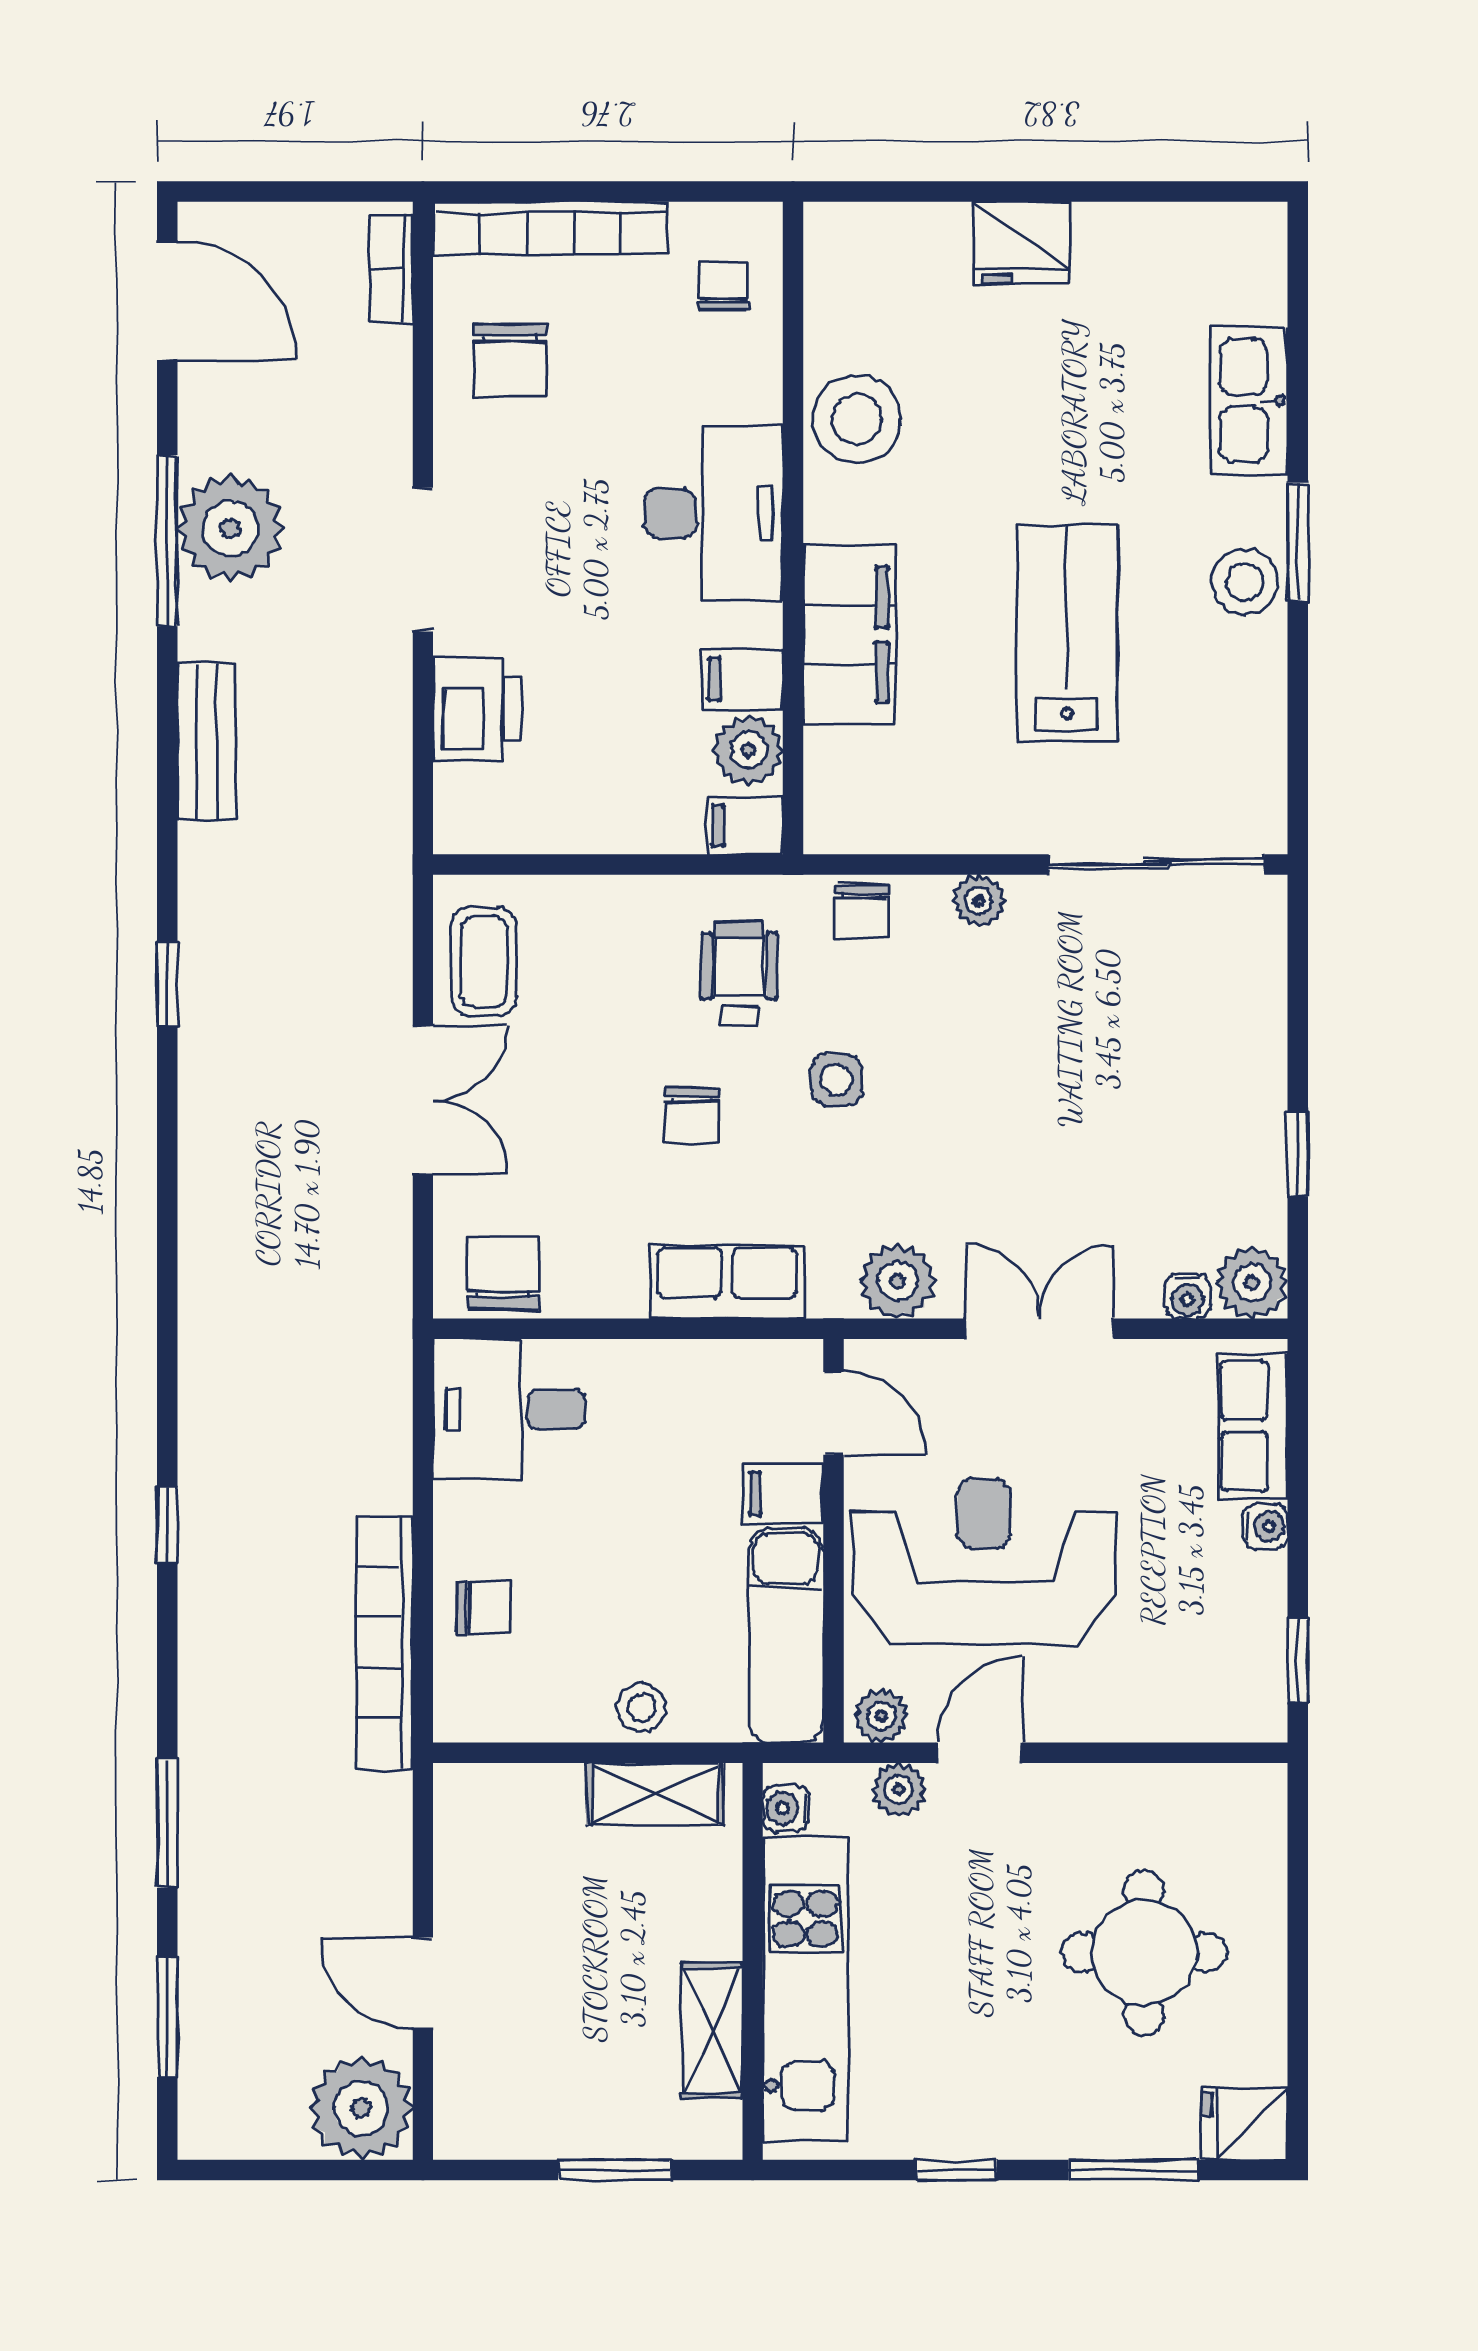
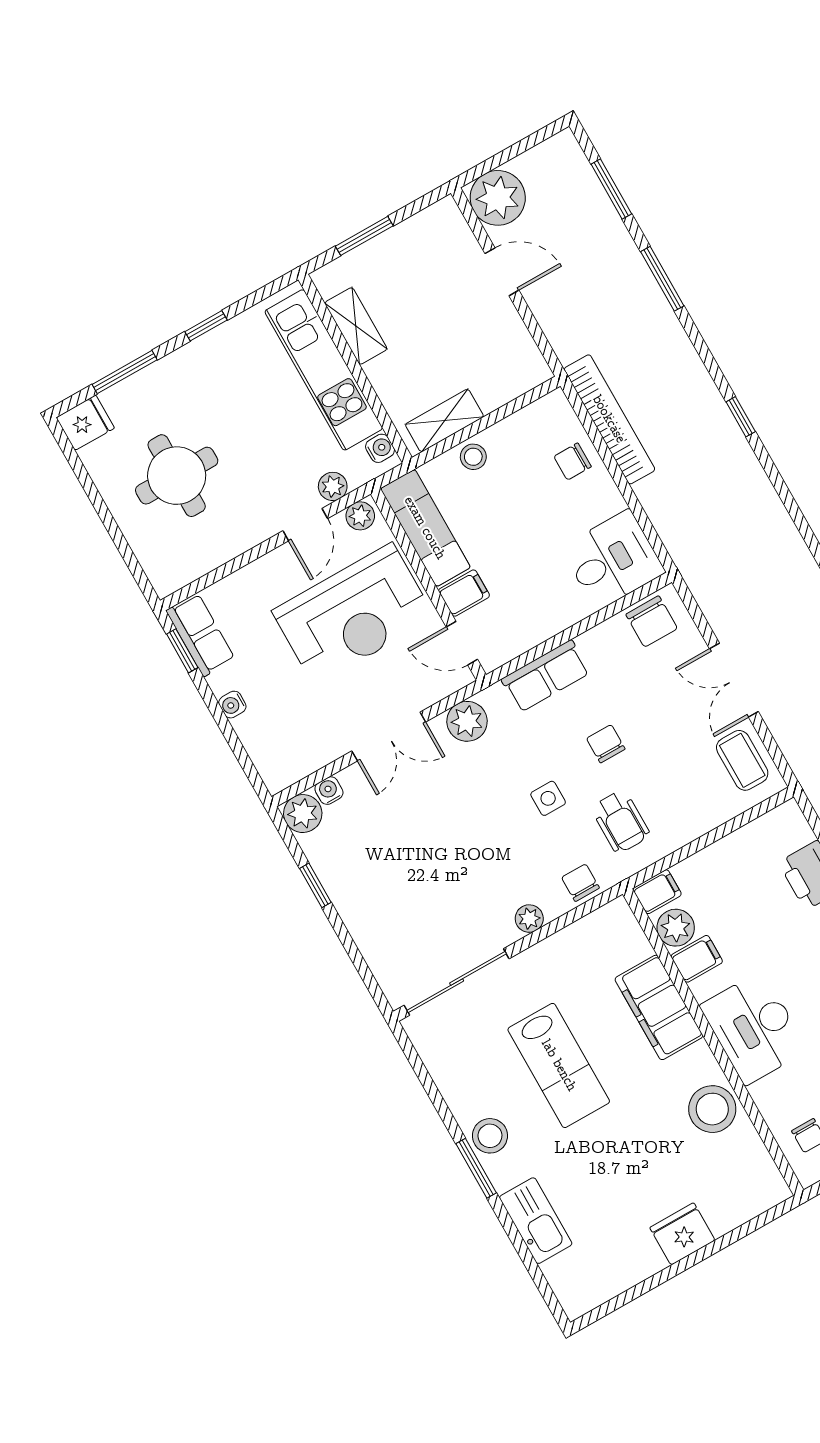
row of seats: (1253, 1426) -> (200, 635), moved

